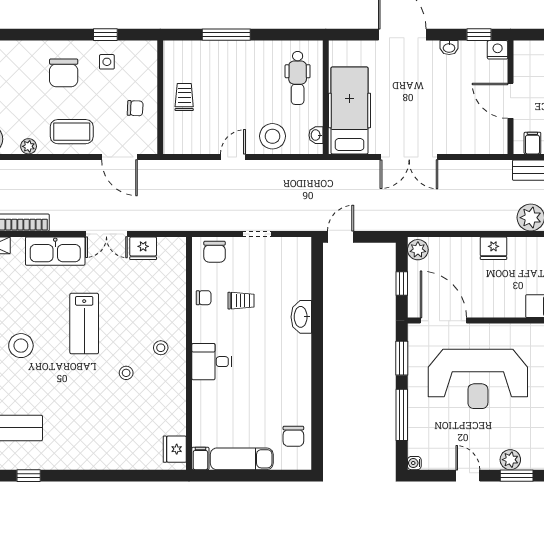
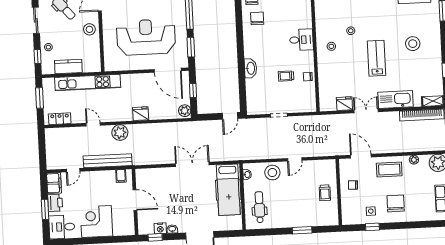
window: (226, 35) -> (302, 230), width x0.69
nightstand: (498, 50) -> (160, 228), moved
chair: (215, 252) -> (257, 18), moved

